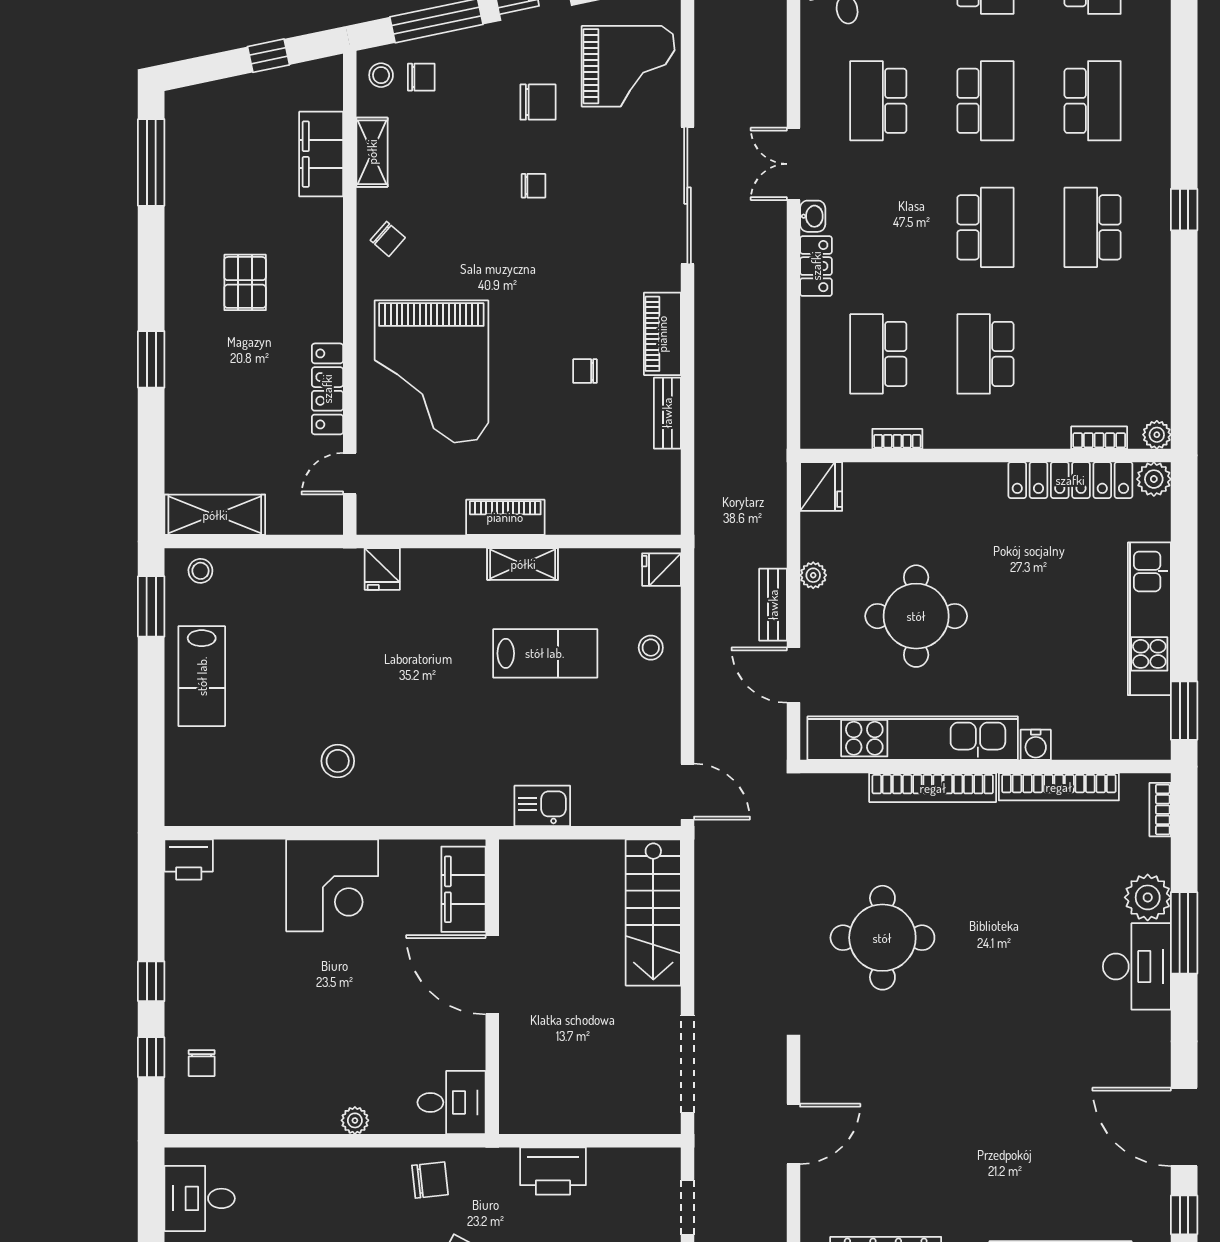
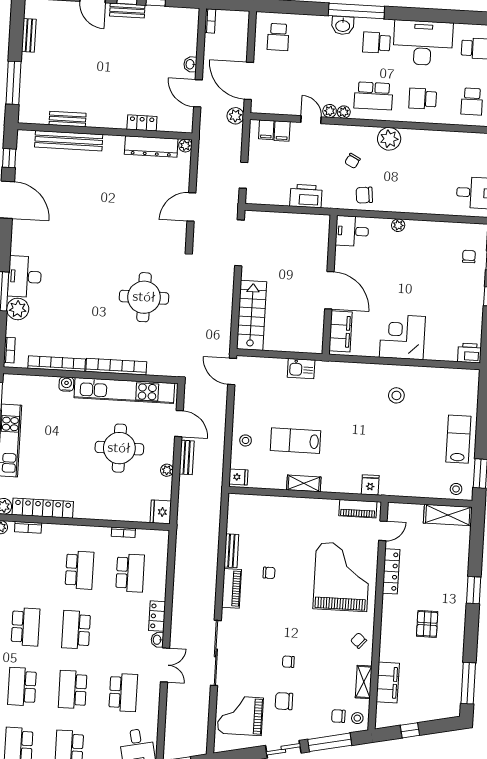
piano: (505, 517) -> (358, 509), moved

